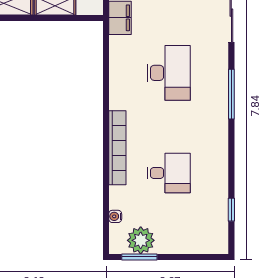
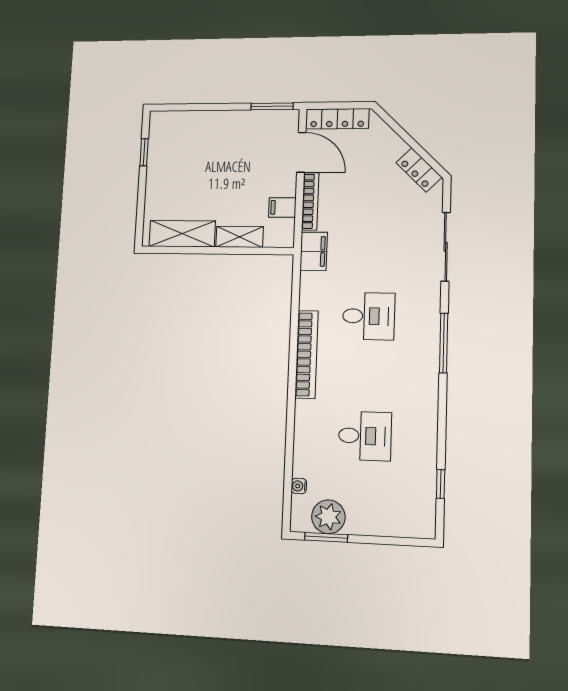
desk: (169, 73) -> (369, 316), width x0.73
bookcase: (117, 148) -> (306, 354), moved

